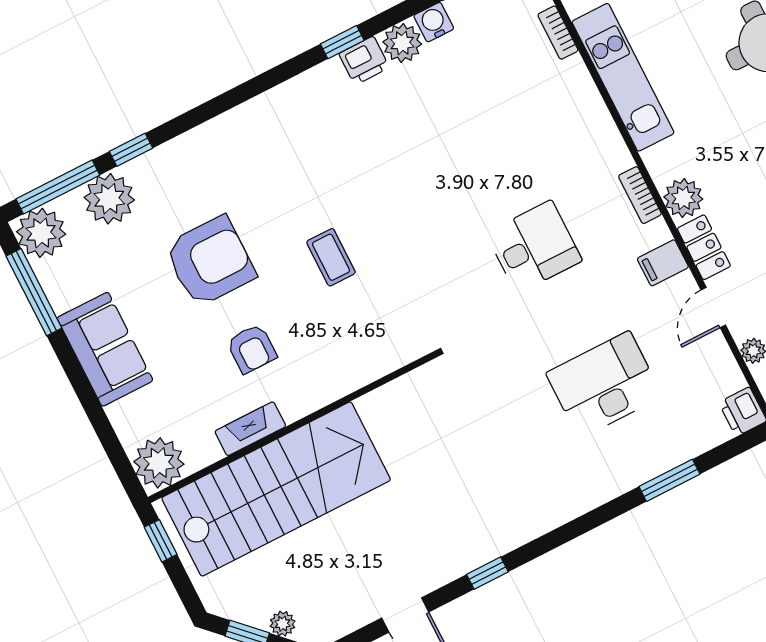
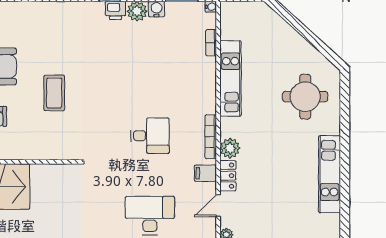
bookcase: (640, 195) -> (211, 137), width x1.56
coffee table: (331, 257) -> (54, 93), width x1.36, depth x1.30

